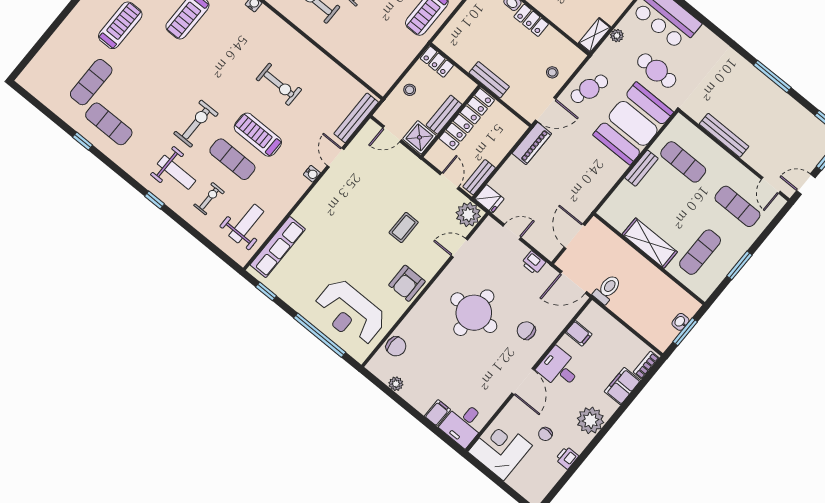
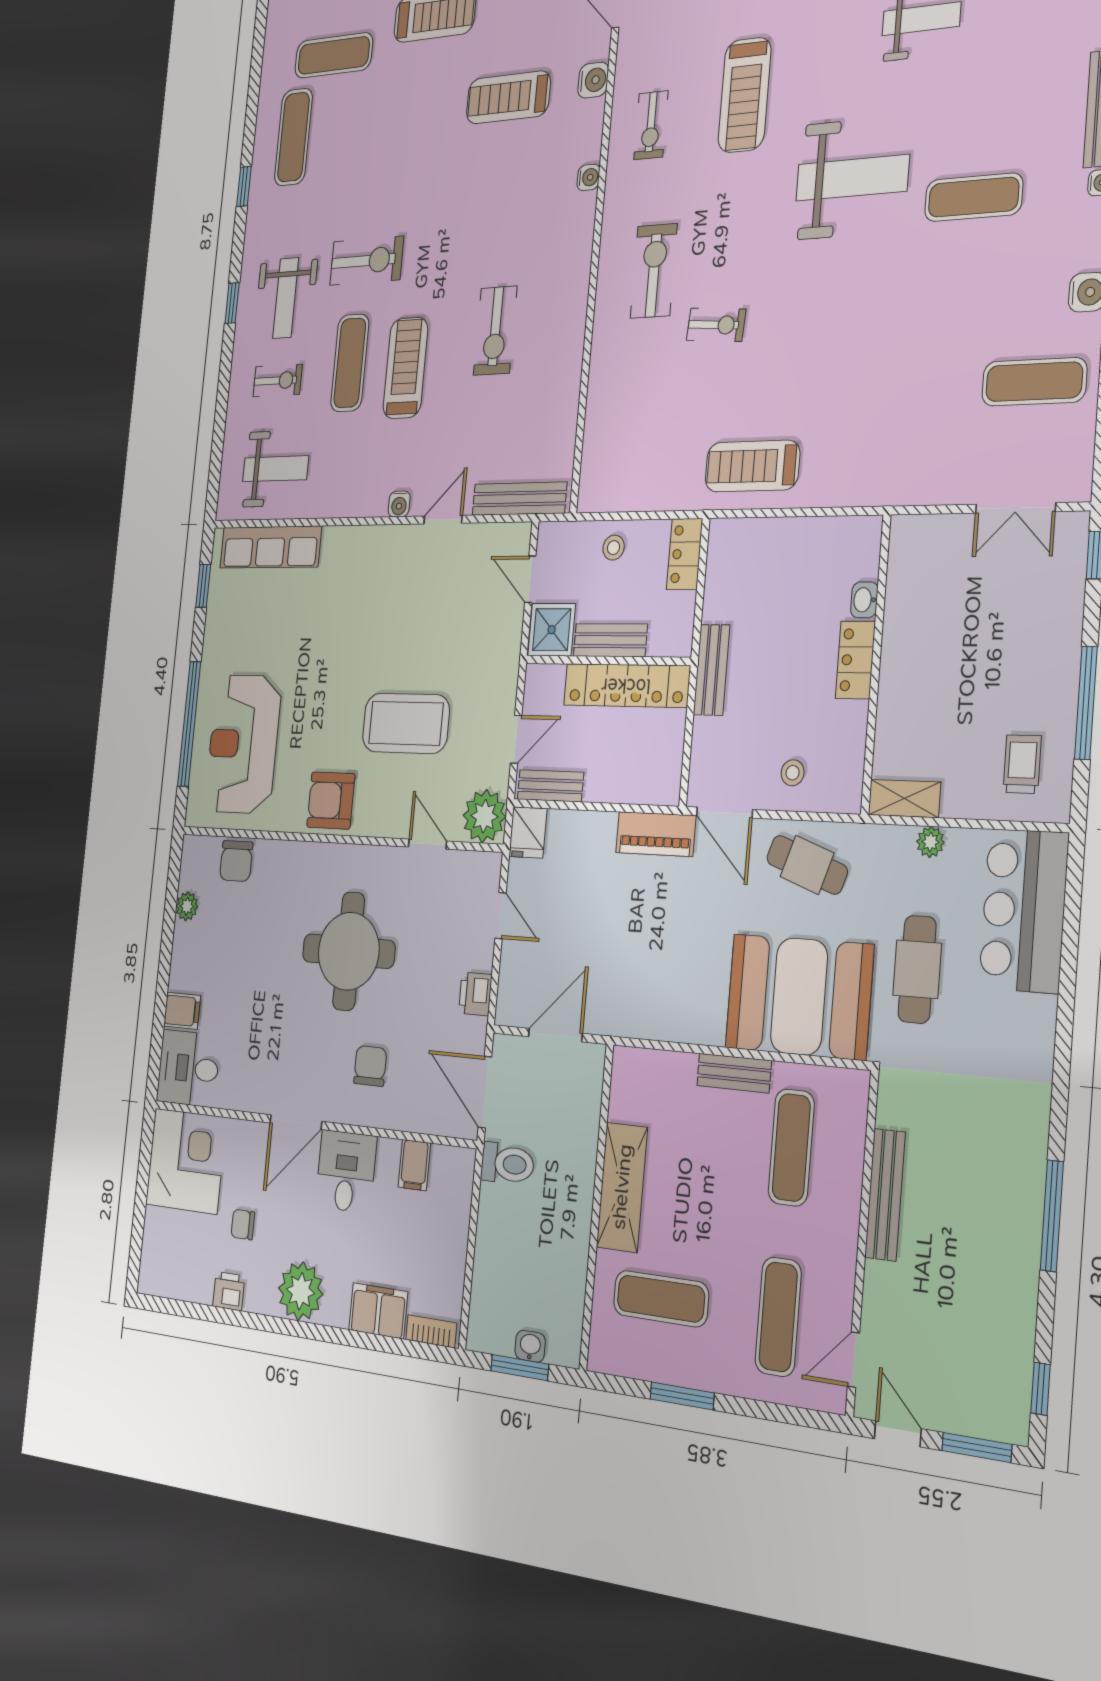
window: (83, 141) -> (244, 186), moved
coffee table: (404, 227) -> (406, 723), width x1.86, depth x1.72

